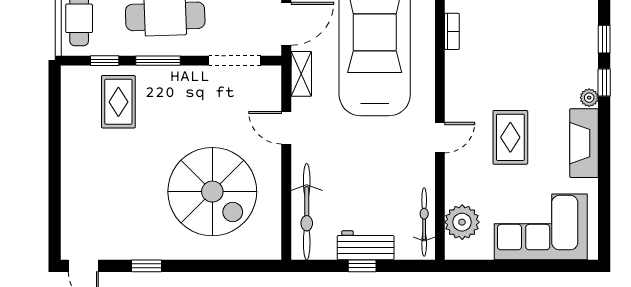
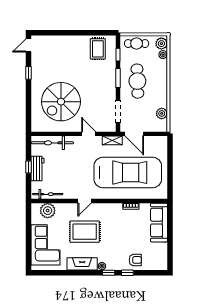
armchair: (575, 21) -> (135, 260), added
rug: (118, 102) -> (98, 49), moved, turned 90
door: (286, 128) -> (89, 134), hinge flipped
rug: (510, 137) -> (85, 232), width x1.36, depth x1.43
door: (440, 138) -> (85, 201), hinge flipped

